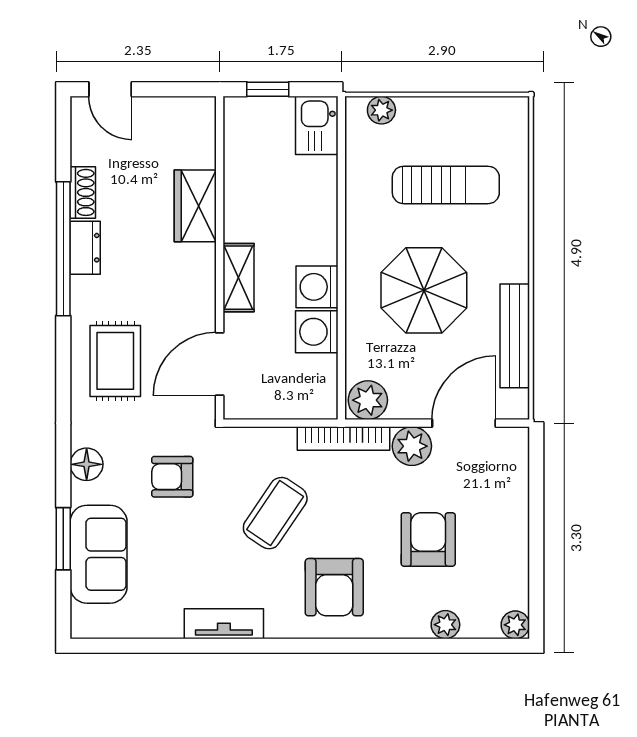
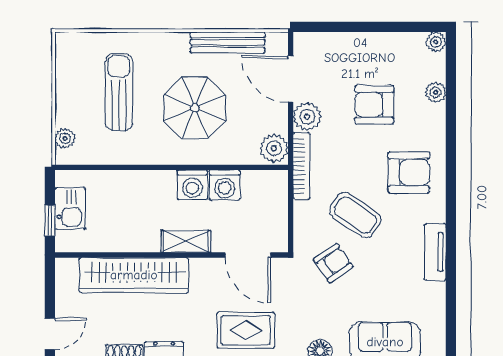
kitchen sink: (317, 125) -> (70, 208), moved, turned -90
wardrobe: (195, 206) -> (134, 275), width x2.10, depth x1.17
armchair: (172, 477) -> (333, 263), moved, turned -125

